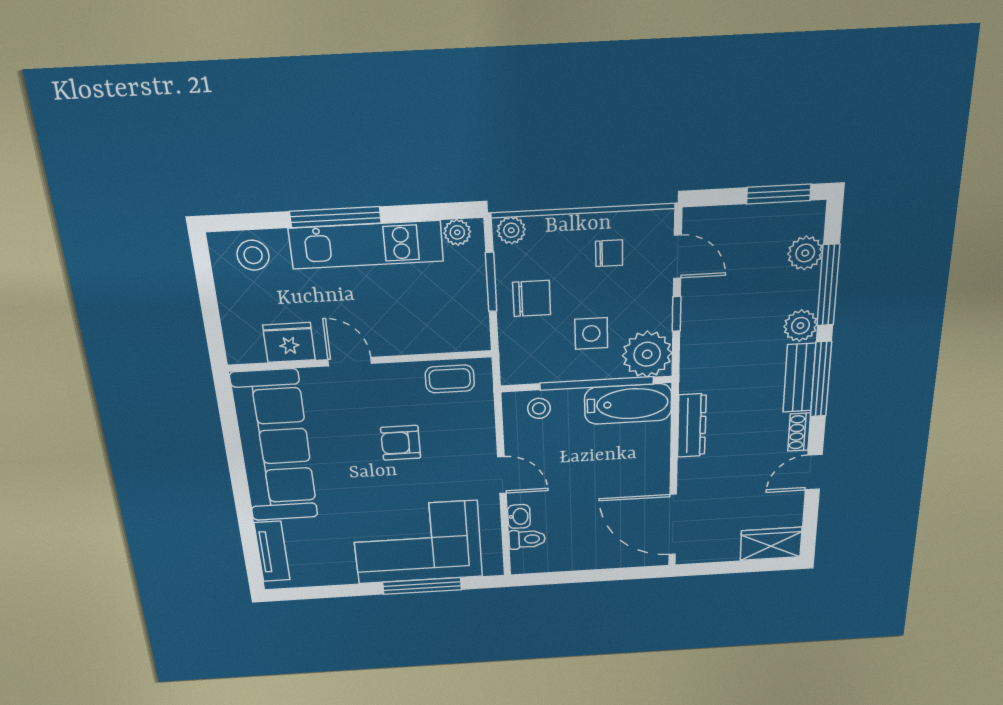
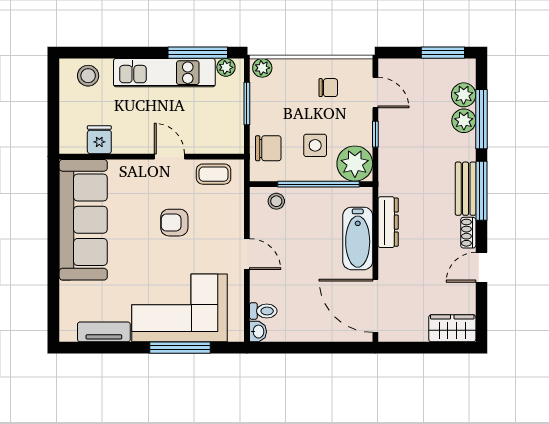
window: (335, 217) -> (198, 53), moved
chair: (532, 298) -> (268, 148), moved
plant: (800, 326) -> (464, 121), moved
fridge: (289, 342) -> (99, 140), width x0.72
door: (350, 362) -> (169, 157), moved
bathtub: (628, 404) -> (358, 238), moved, turned 90
washbasin: (519, 516) -> (258, 332), moved
tv unit: (272, 551) -> (104, 332), moved, turned -90

